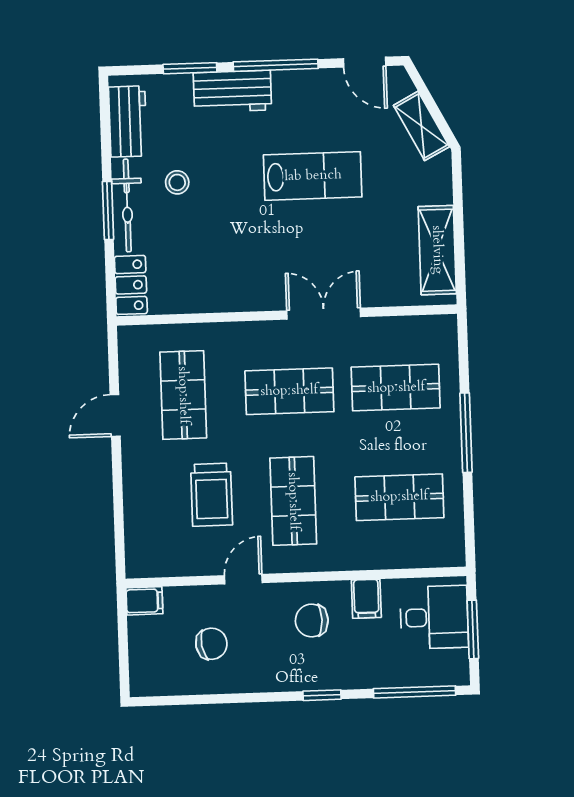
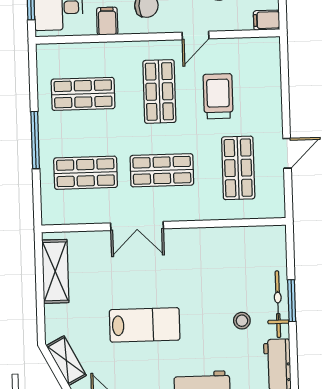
lab bench: (313, 176) -> (145, 325), turned 180
locker: (131, 285) -> (276, 247), removed

